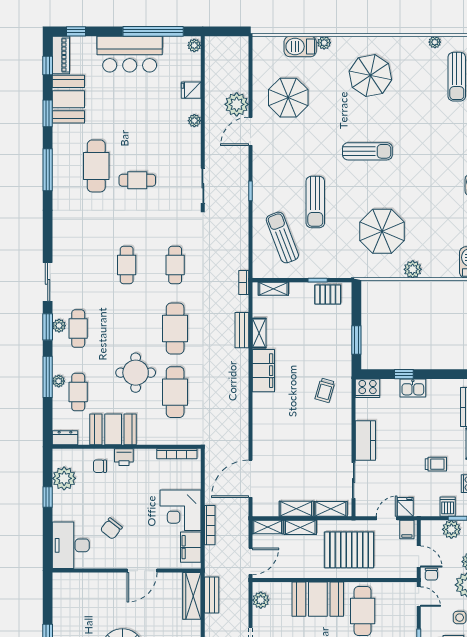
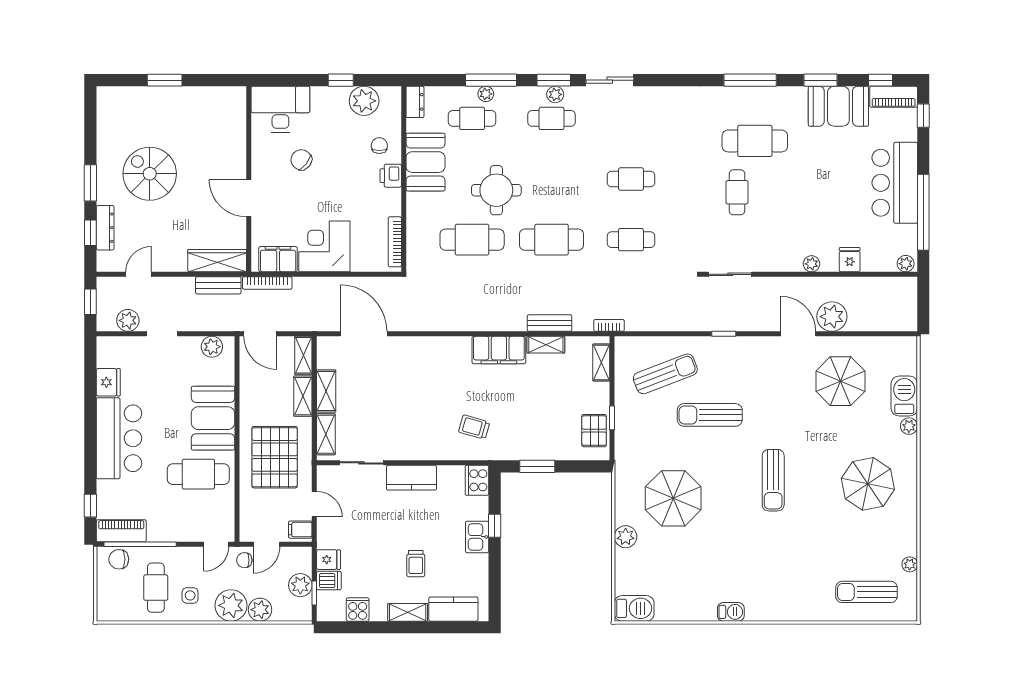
trolley: (436, 464) -> (416, 564), moved
fridge: (405, 507) -> (329, 560), moved
bookcase: (210, 525) -> (267, 283), moved

